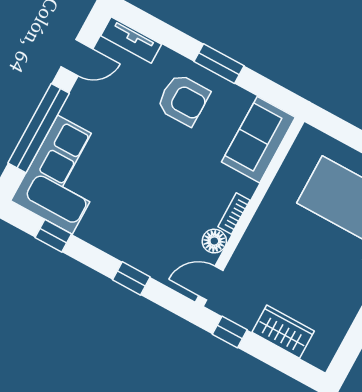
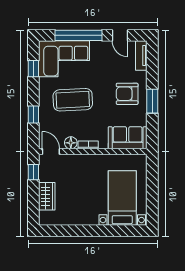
armchair: (183, 100) -> (127, 94), turned 90
coffee table: (143, 198) -> (73, 100), added

